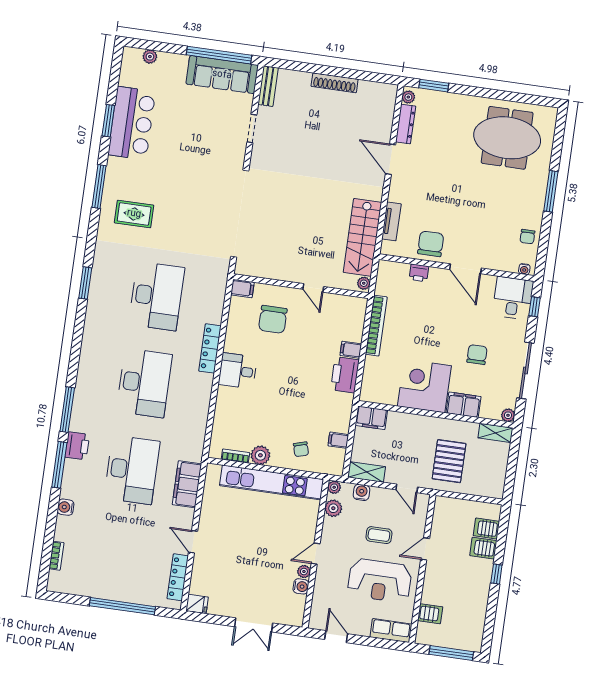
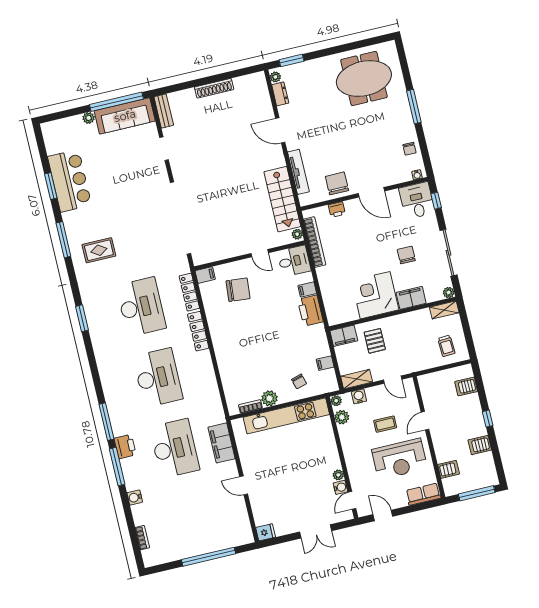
plant: (150, 57) -> (89, 118), moved
dresser: (406, 124) -> (280, 94), width x0.70
tv unit: (391, 221) -> (298, 172), width x1.41
chair: (273, 319) -> (238, 290), turned -85
bookcase: (376, 326) -> (315, 242), moved
desk: (238, 371) -> (294, 261), moved, turned 180
pallet: (449, 461) -> (375, 341), moved, width x0.67, depth x0.71
trolley: (482, 474) -> (446, 346), added
server rack: (483, 548) -> (480, 445), moved
door: (316, 554) -> (352, 500), moved
locker: (178, 577) -> (189, 292), moved

